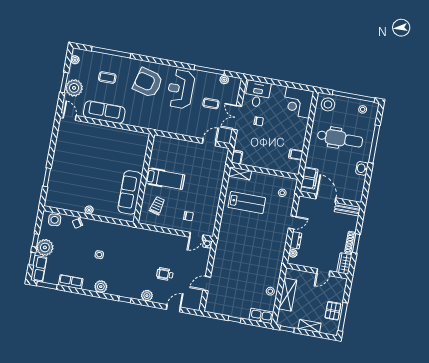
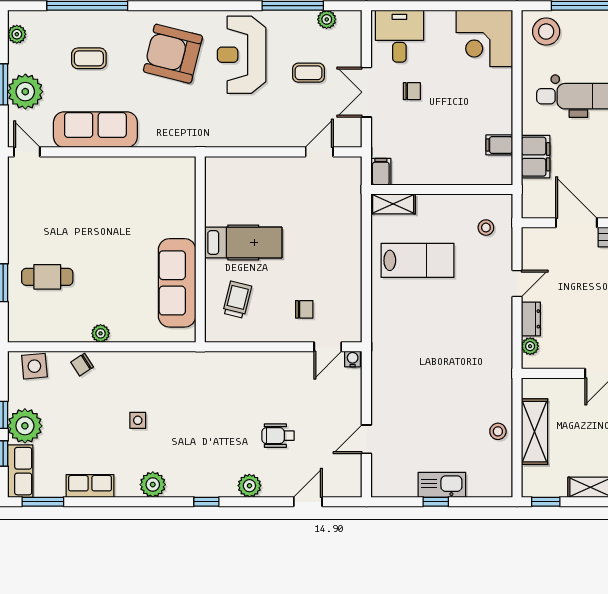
cafe table: (68, 178) -> (47, 277), added
filing cabinet: (309, 178) -> (536, 157), moved
kitchen sink: (261, 316) -> (442, 485), moved

